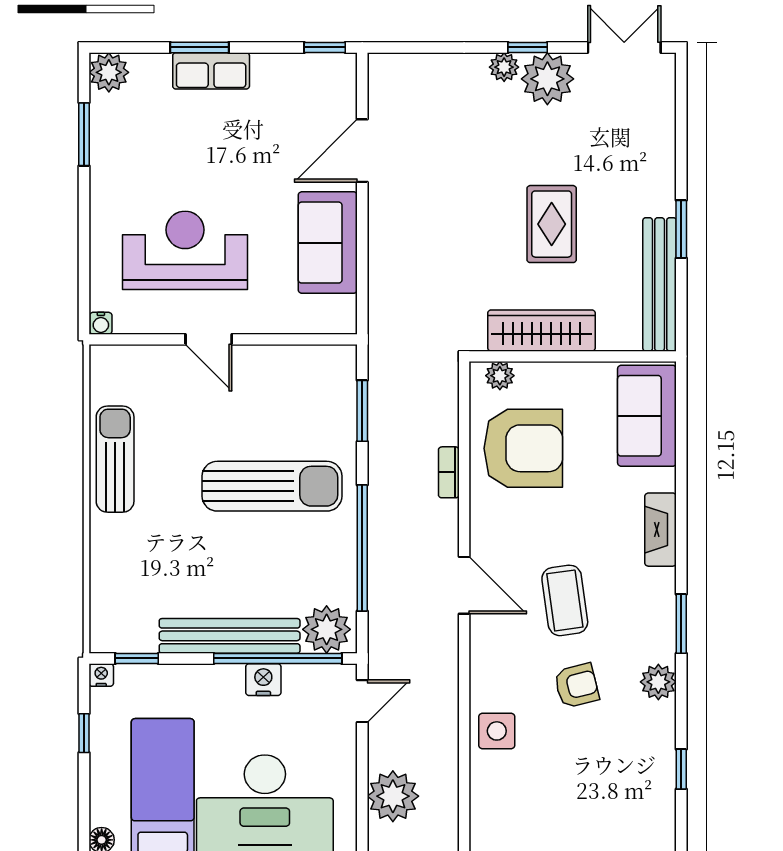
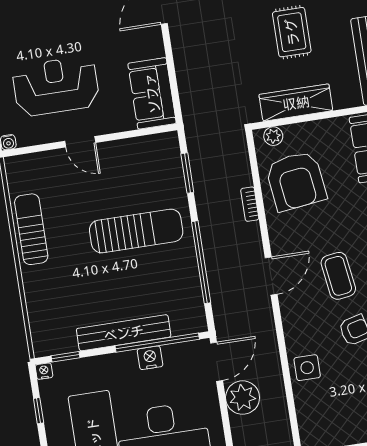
sofa: (328, 243) -> (152, 93), moved
armchair: (523, 448) -> (296, 181), turned 83
door: (464, 585) -> (271, 276), hinge flipped
plant: (327, 629) -> (186, 319), removed
door: (362, 701) -> (217, 362), width x1.38
plant: (393, 796) -> (243, 398), moved

